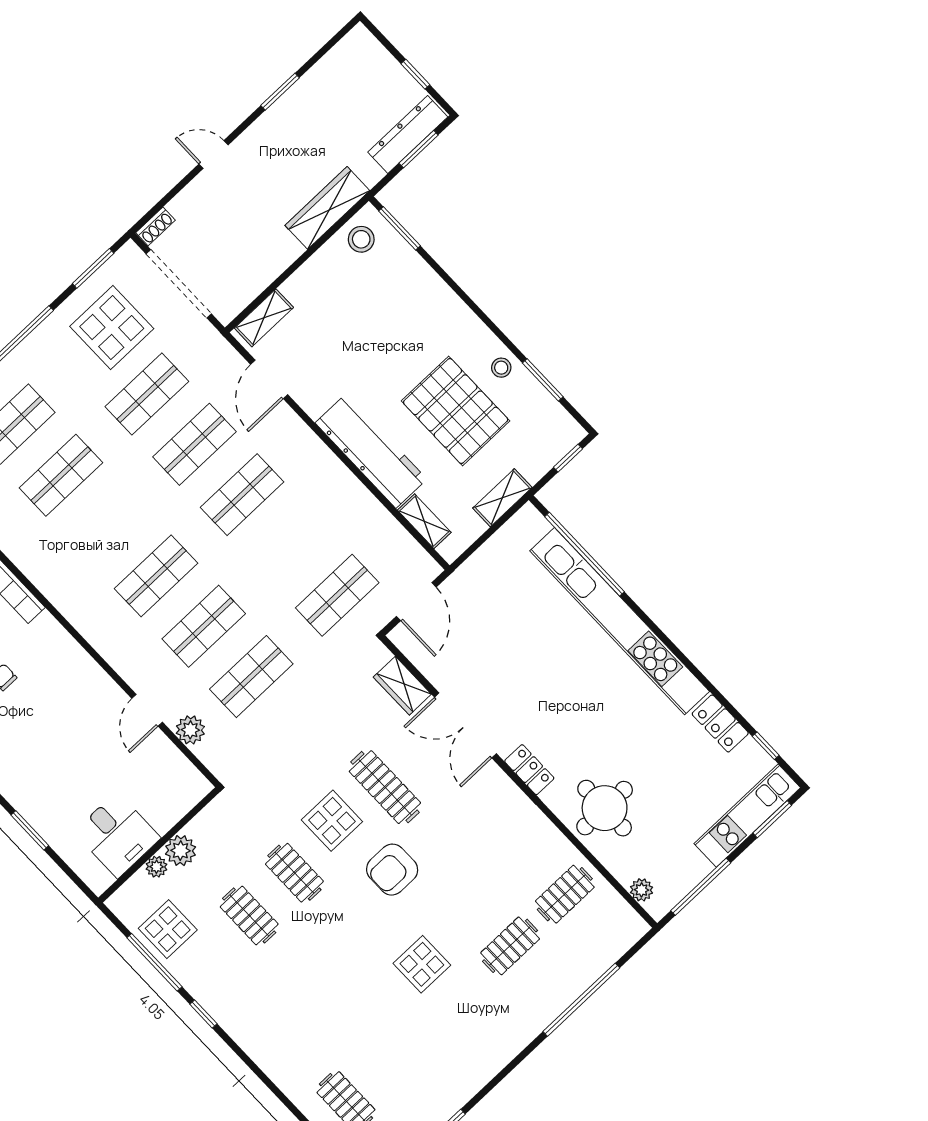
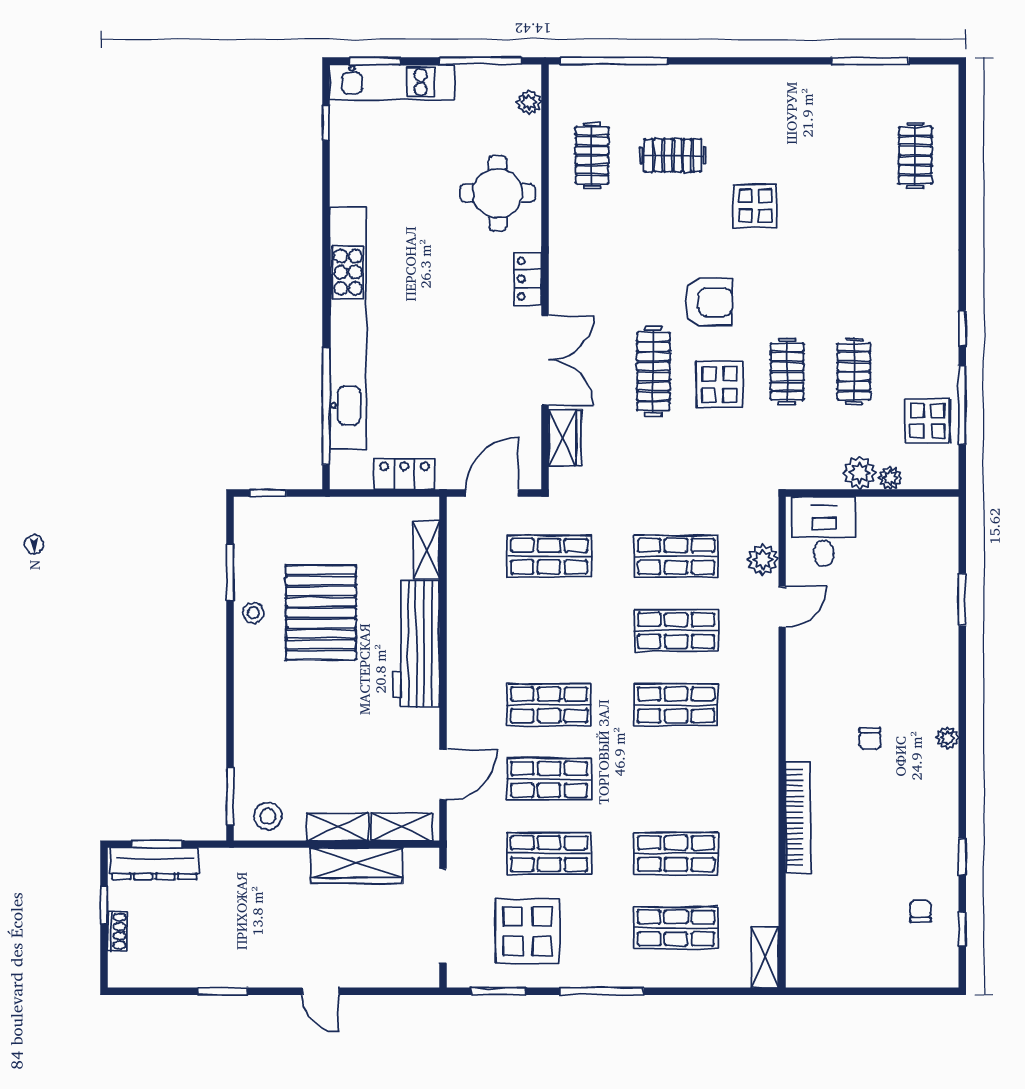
wardrobe: (327, 208) -> (356, 866), moved
shoe rack: (156, 226) -> (117, 931), moved, turned 90
shelving: (502, 498) -> (338, 827), moved
locker: (720, 723) -> (404, 474), moved, turned -90
desk: (117, 835) -> (824, 532), moved
clothes rail: (565, 894) -> (592, 155), turned 90
window: (581, 1000) -> (614, 61), moved

